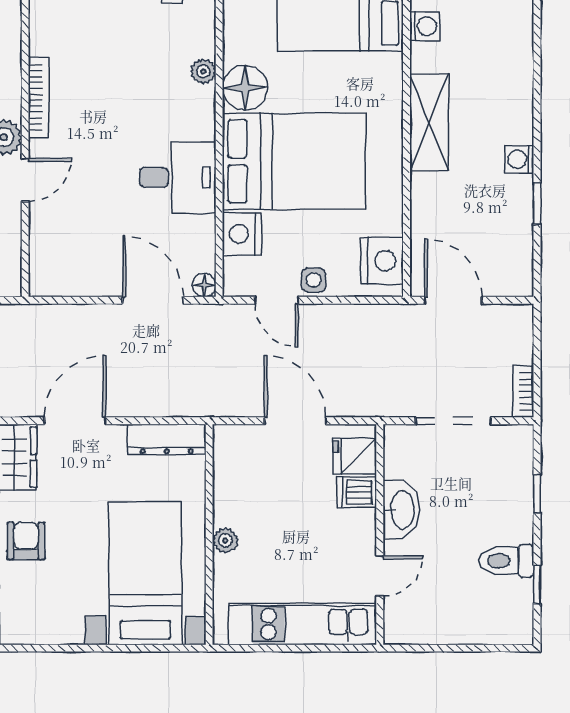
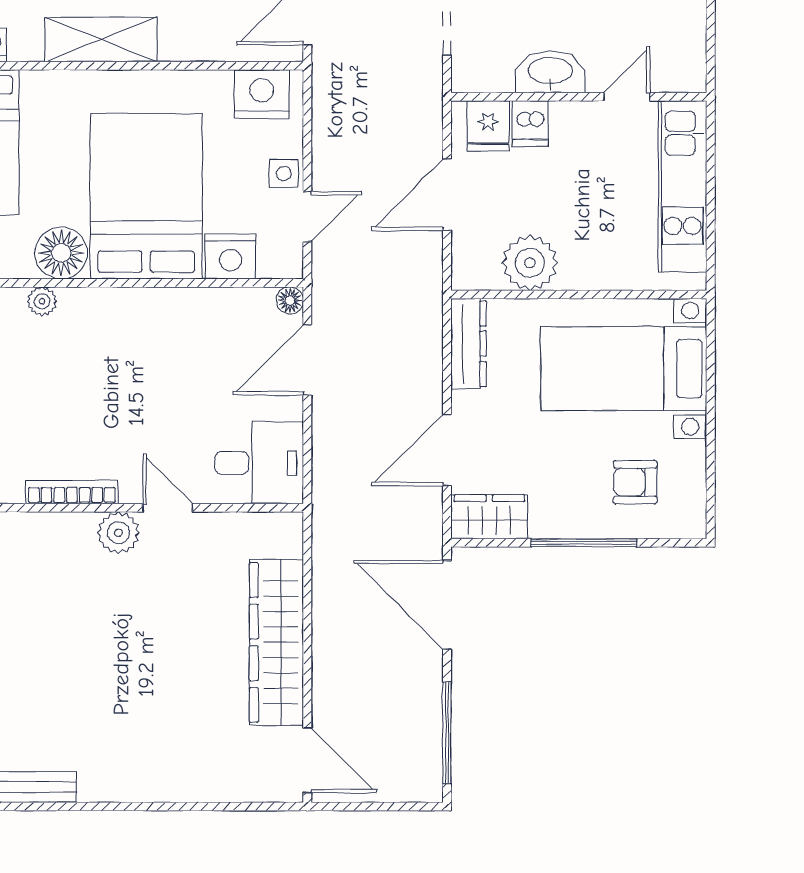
desk: (178, 177) -> (259, 463), moved, turned 90
door: (75, 421) -> (447, 450), hinge flipped
plant: (225, 540) -> (530, 263), moved, width x1.88, depth x1.88
armchair: (26, 541) -> (635, 482), moved
door: (380, 576) -> (627, 97), hinge flipped

